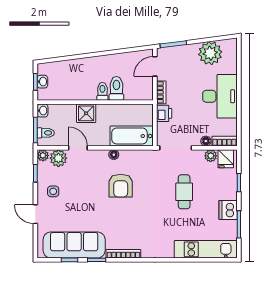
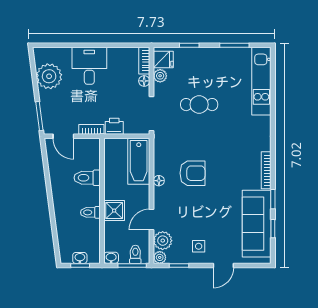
toilet: (102, 91) -> (90, 212), moved
desk: (220, 96) -> (89, 66), width x0.73
dishwasher: (228, 210) -> (219, 57), removed

